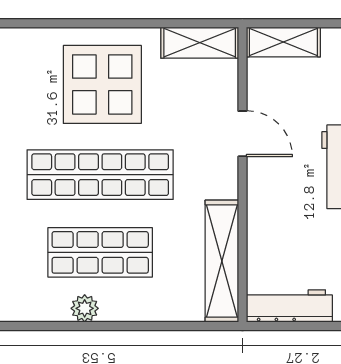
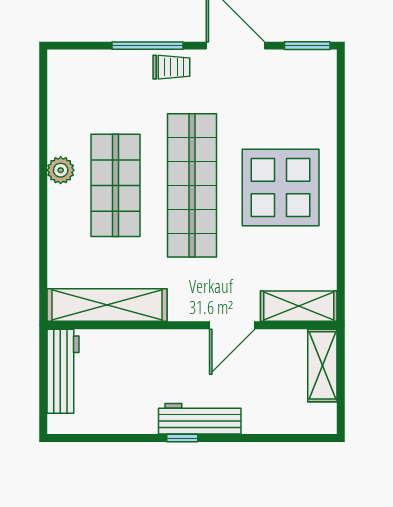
shelving: (200, 43) -> (299, 306), moved, turned 90

